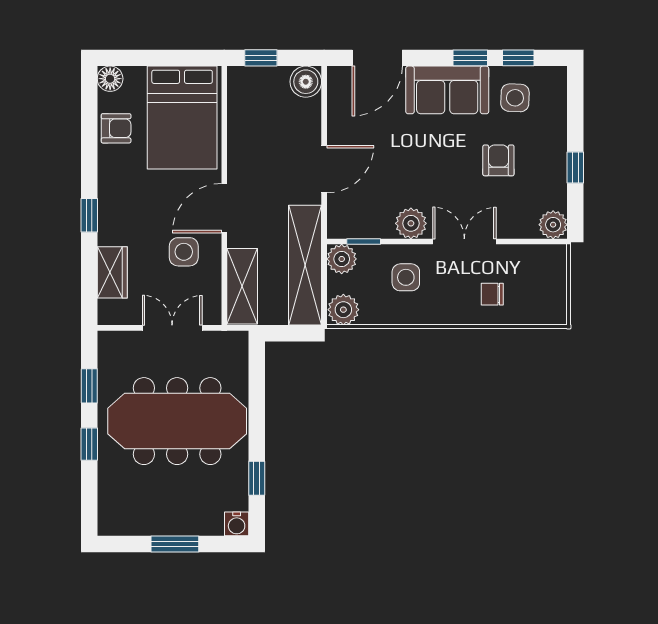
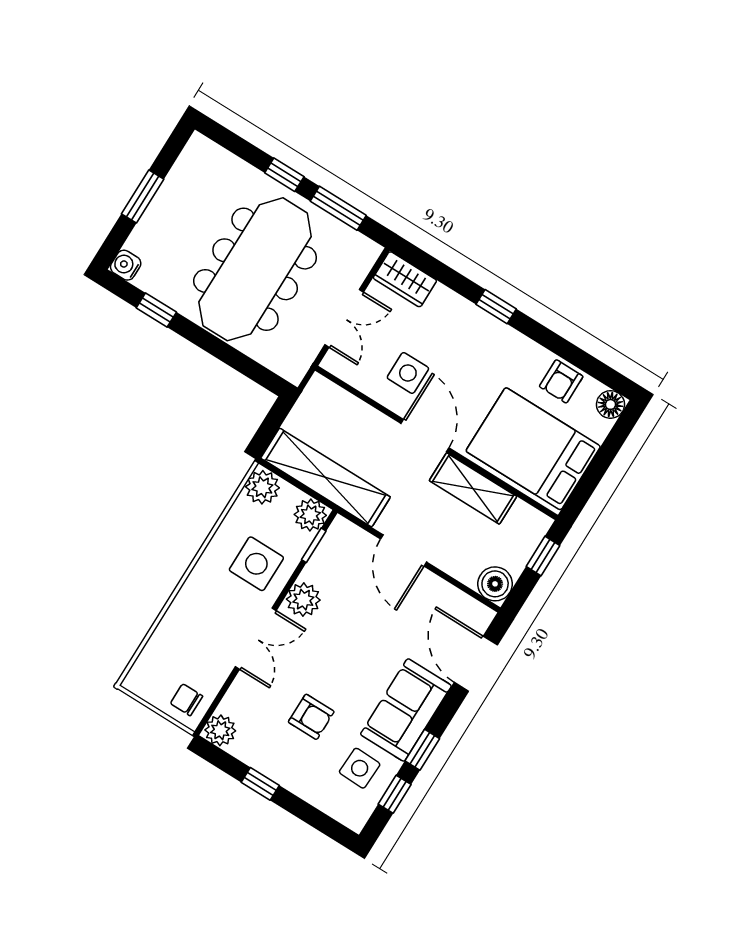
wardrobe: (112, 272) -> (405, 279), moved
side table: (406, 277) -> (256, 564), width x1.37, depth x1.37
shelving: (242, 286) -> (473, 488), moved
chair: (492, 294) -> (187, 700), moved, turned -90
window: (89, 386) -> (338, 208), width x1.50

